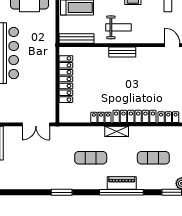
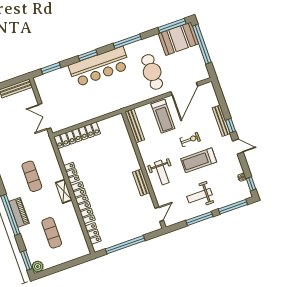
weight bench: (118, 27) -> (162, 173), moved
bench: (122, 52) -> (141, 182), moved
locker: (66, 79) -> (77, 135), moved

